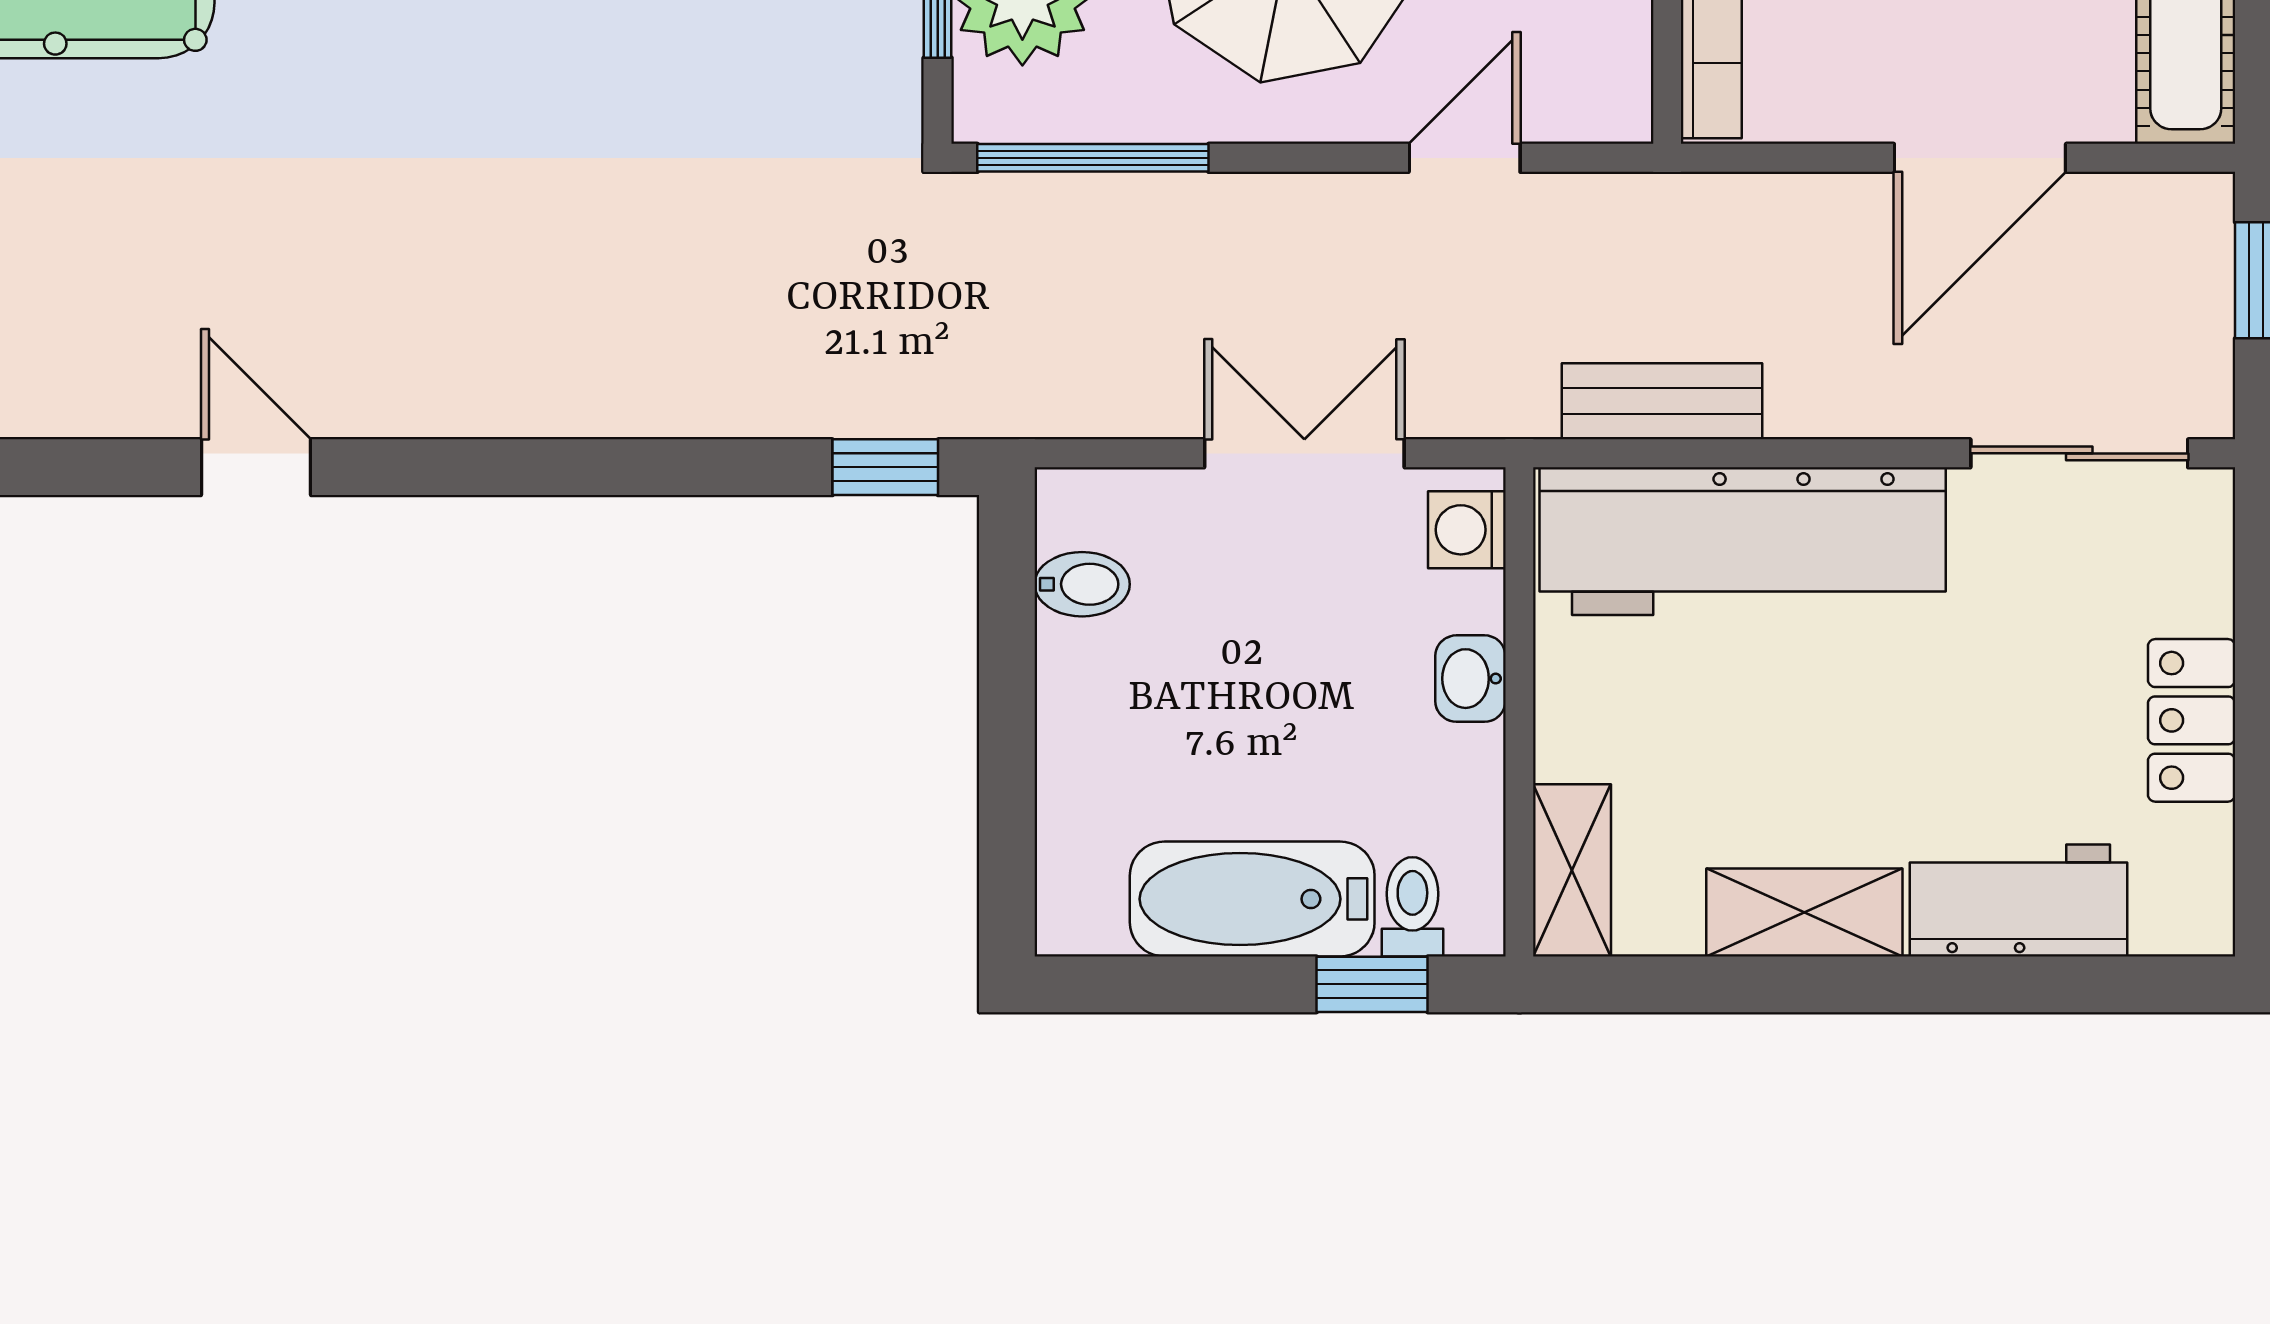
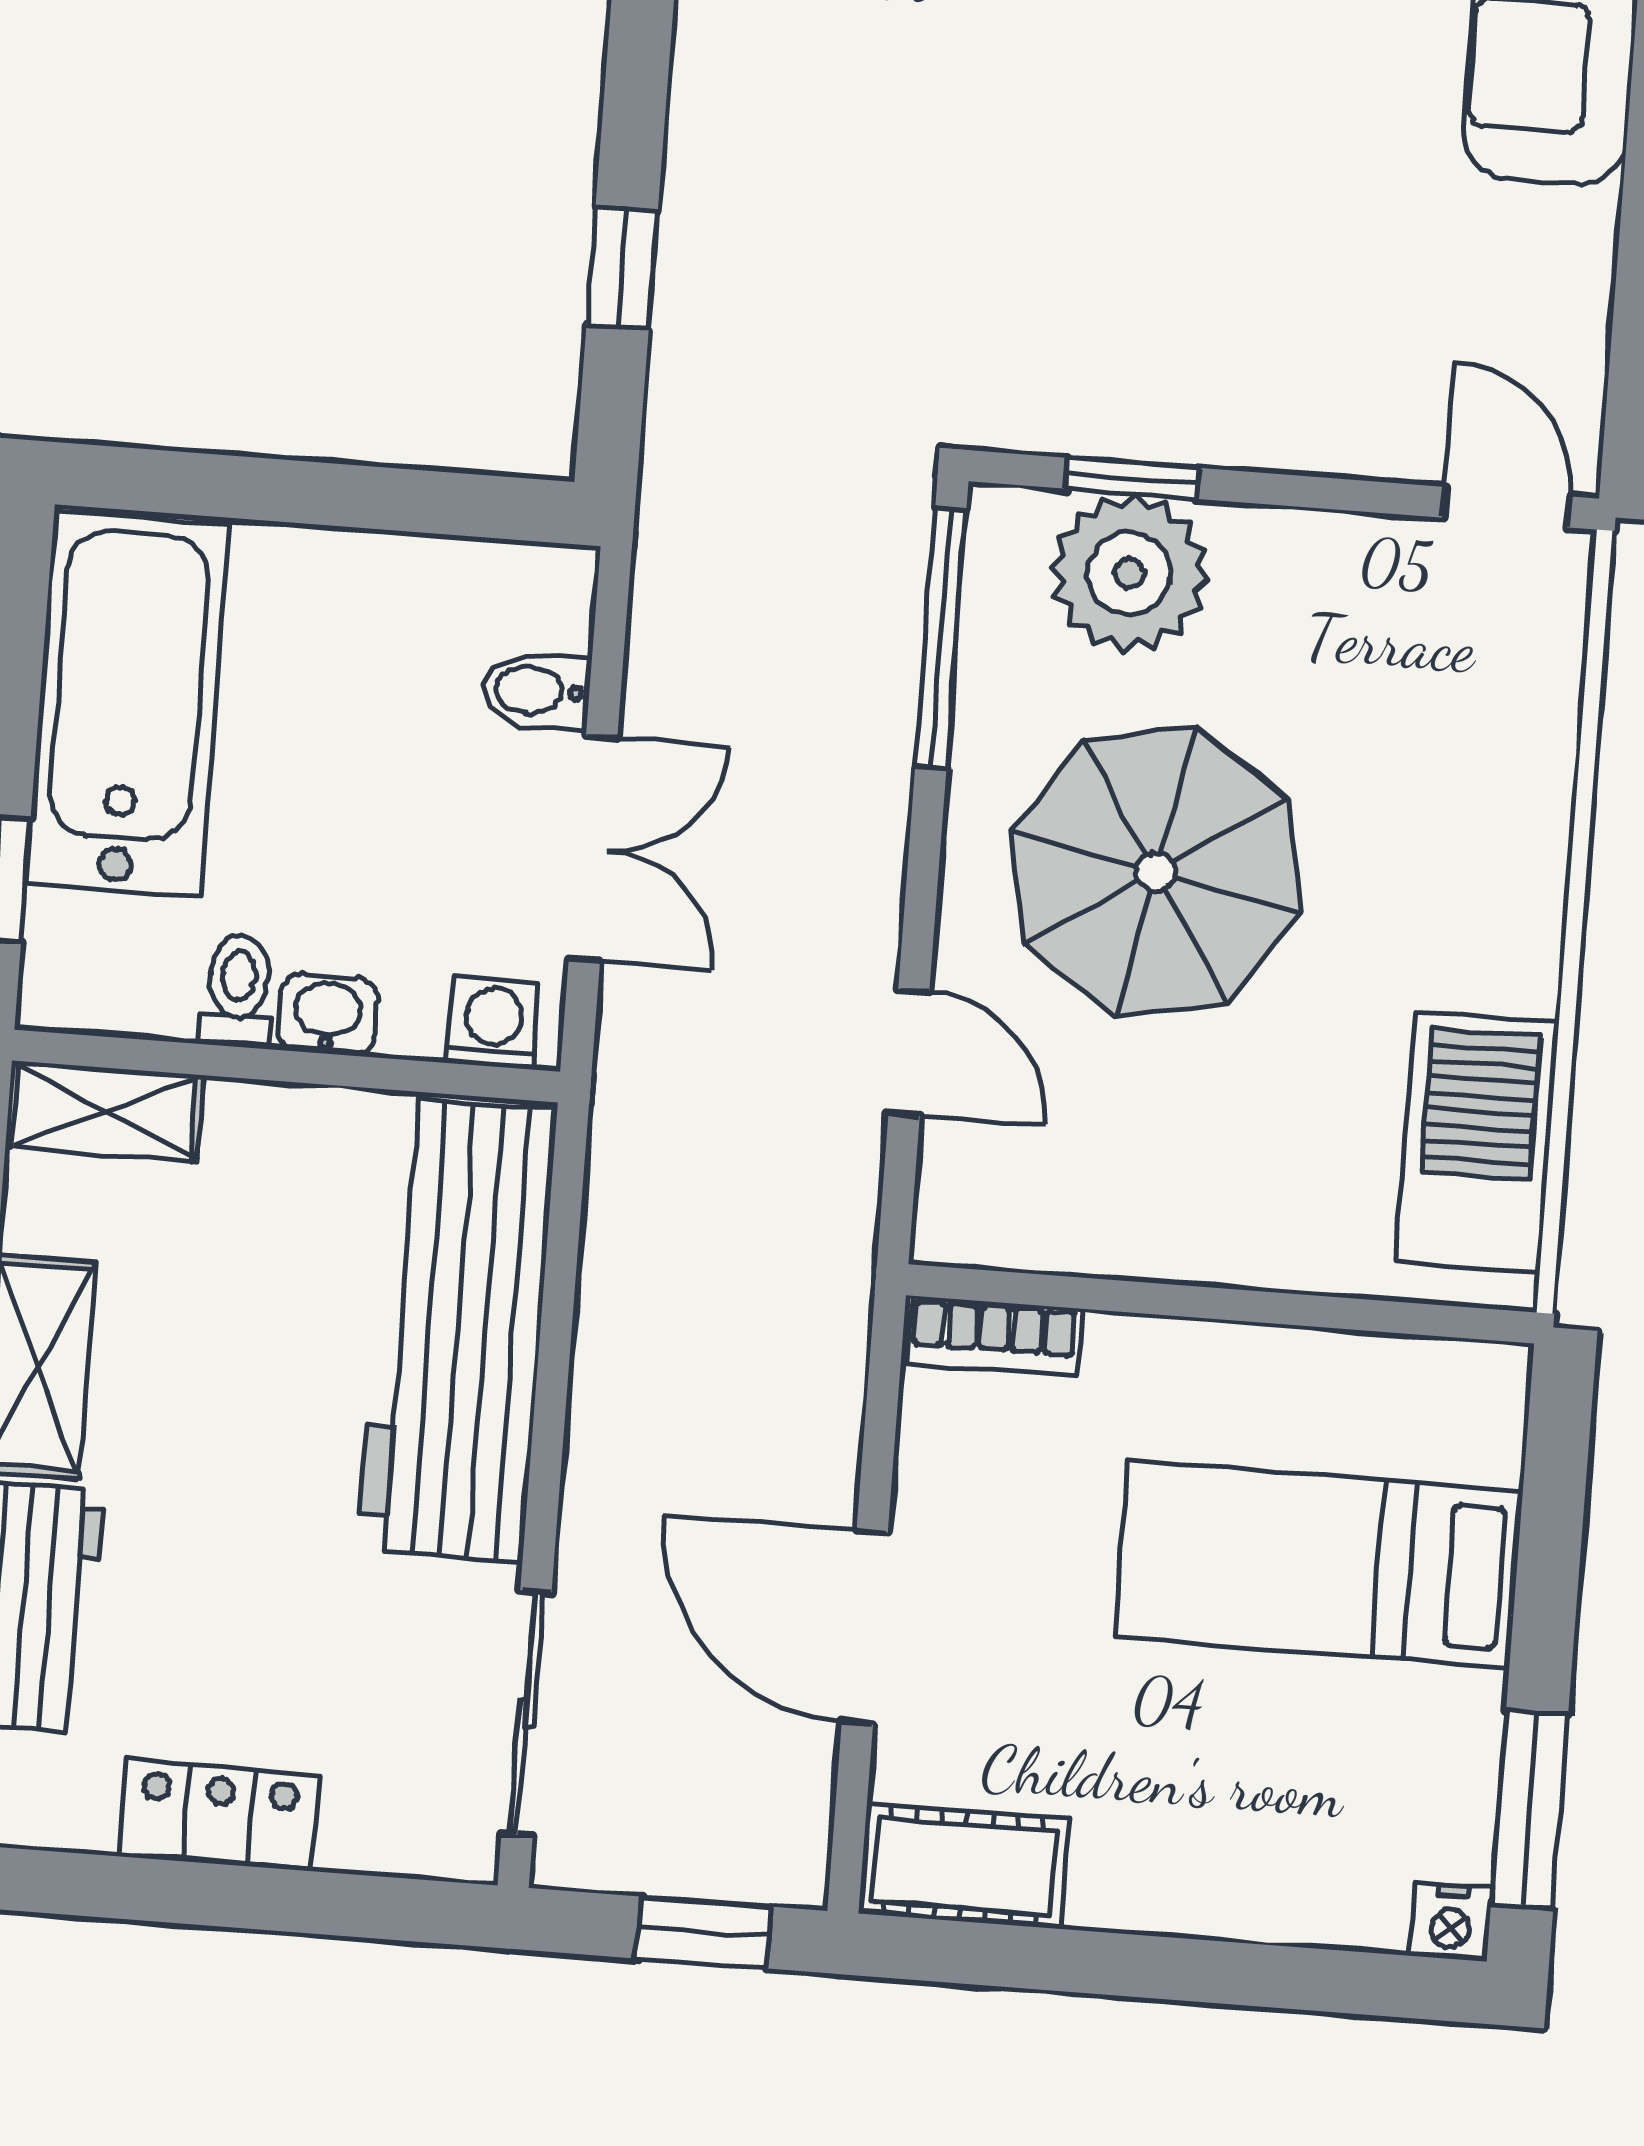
bench: (1662, 401) -> (620, 1252), removed
window: (885, 467) -> (622, 268), moved
bidet: (1082, 584) -> (536, 691), moved, turned 90
bathtub: (1252, 899) -> (127, 704), width x1.36, depth x1.36
toilet: (1412, 907) -> (238, 991), moved, turned -90

